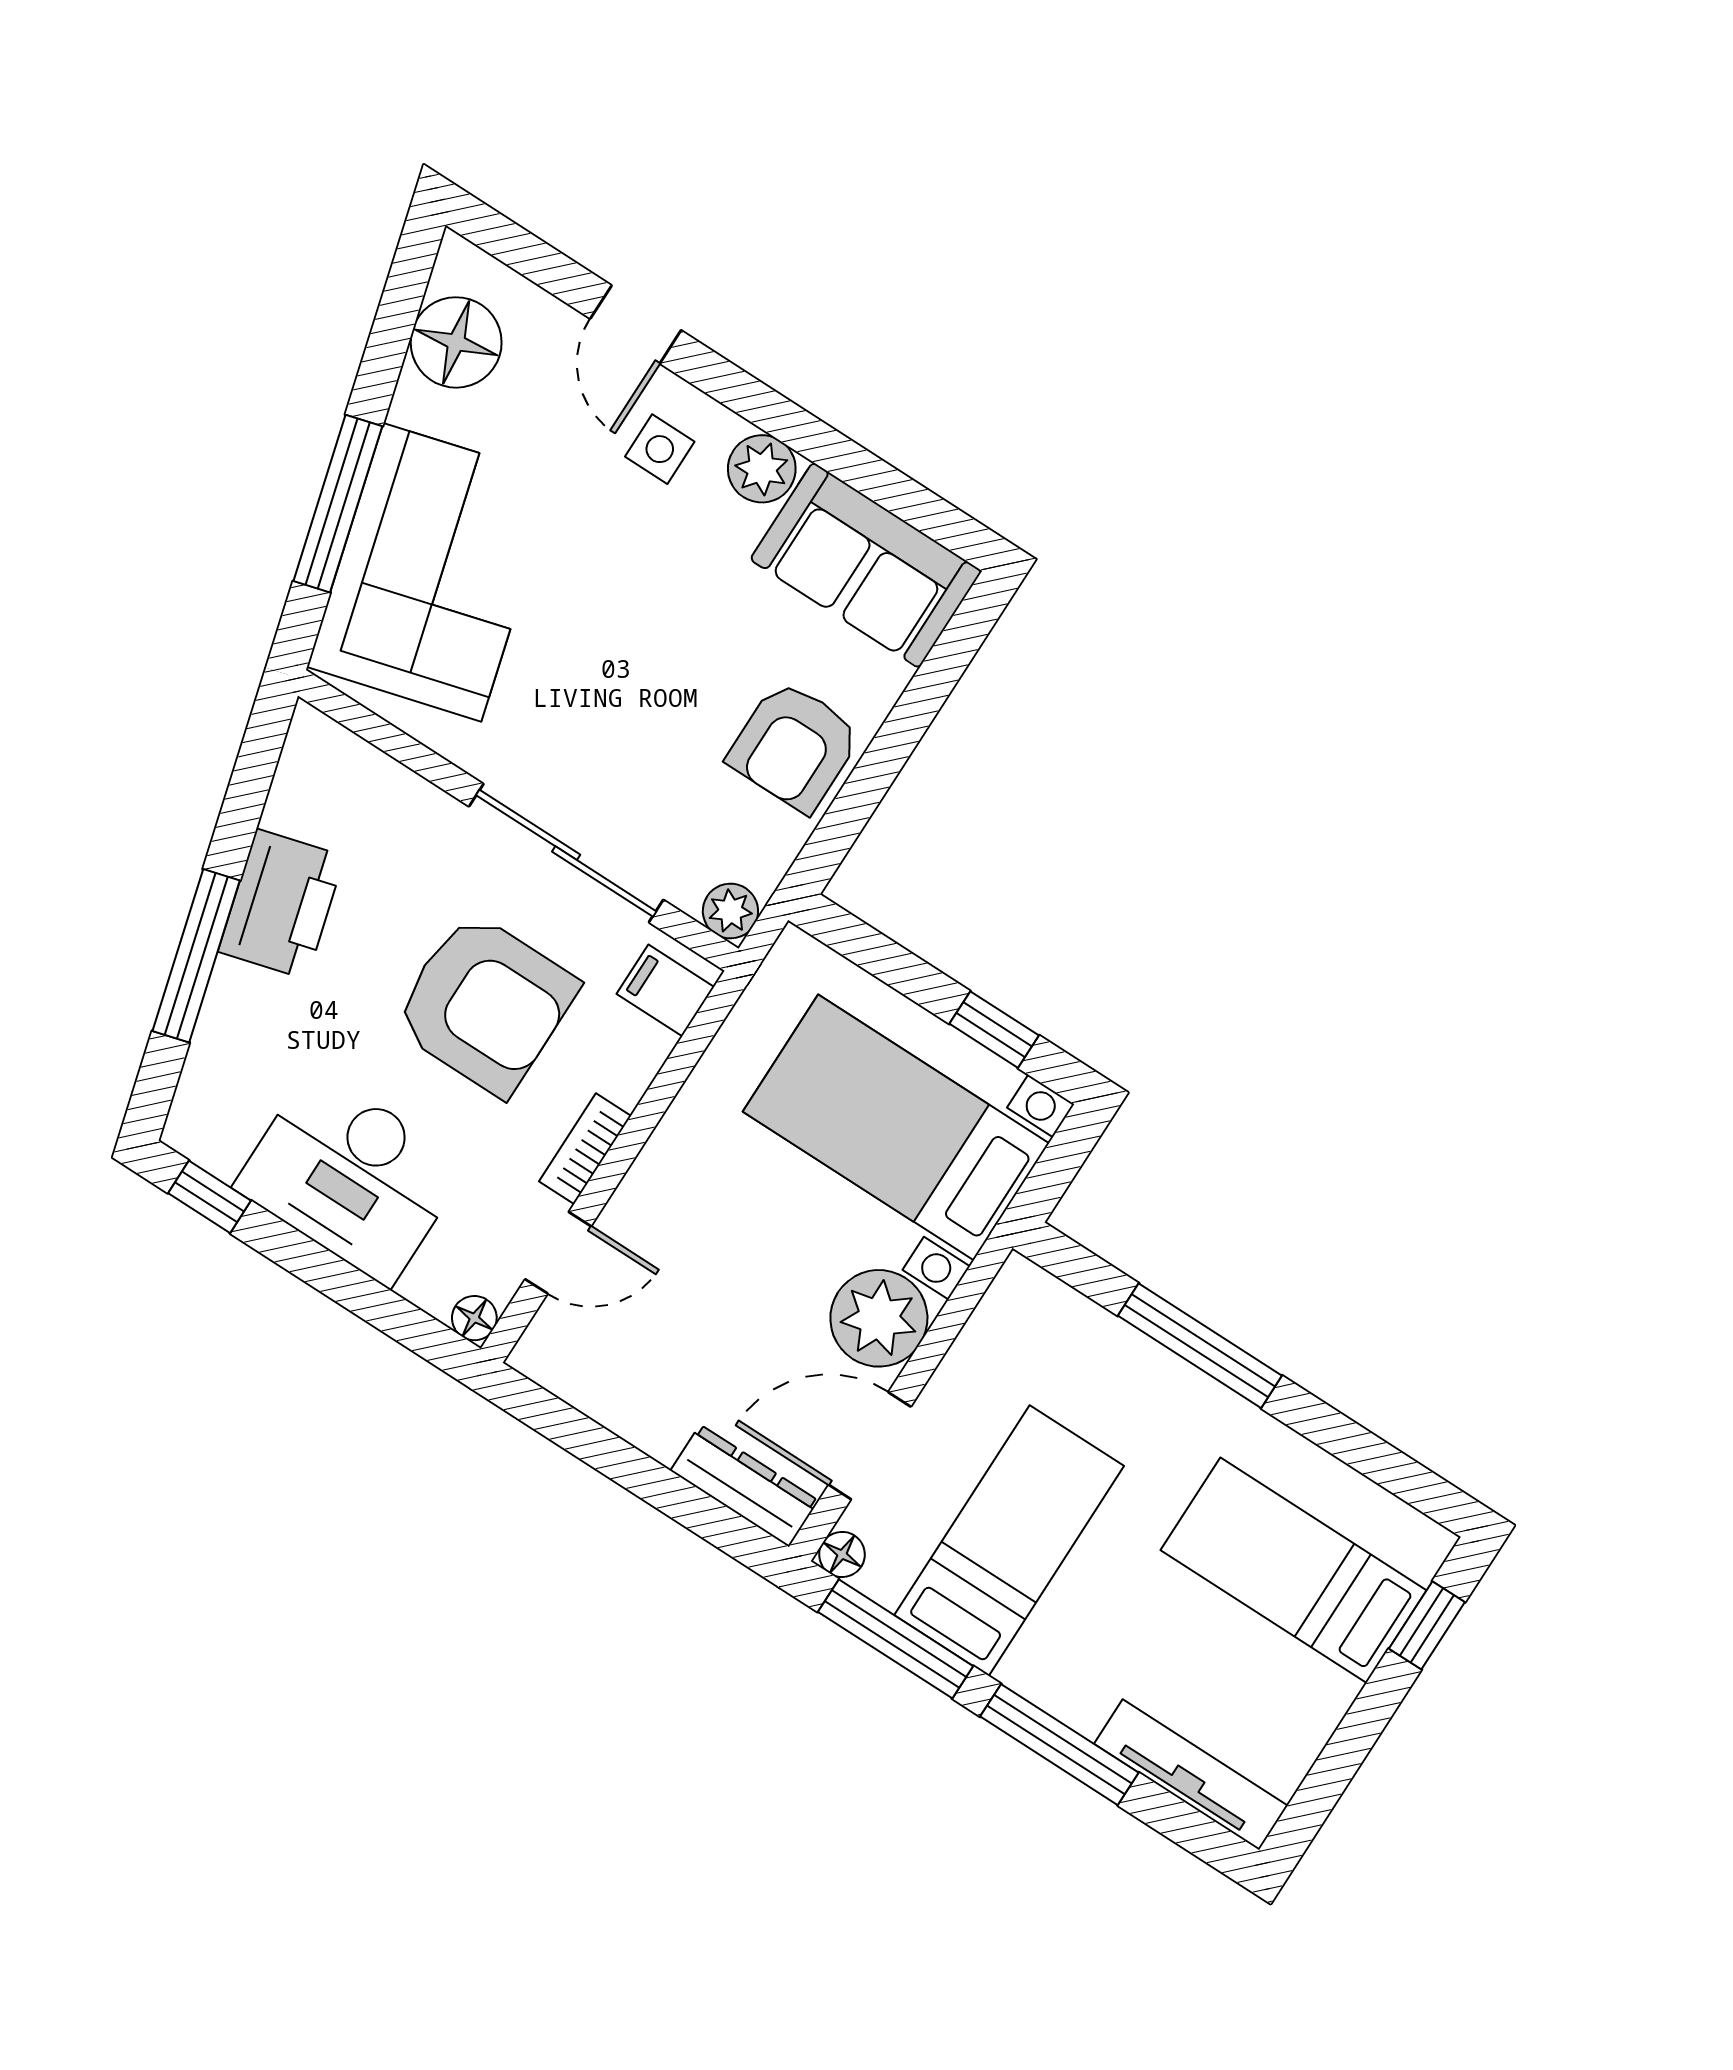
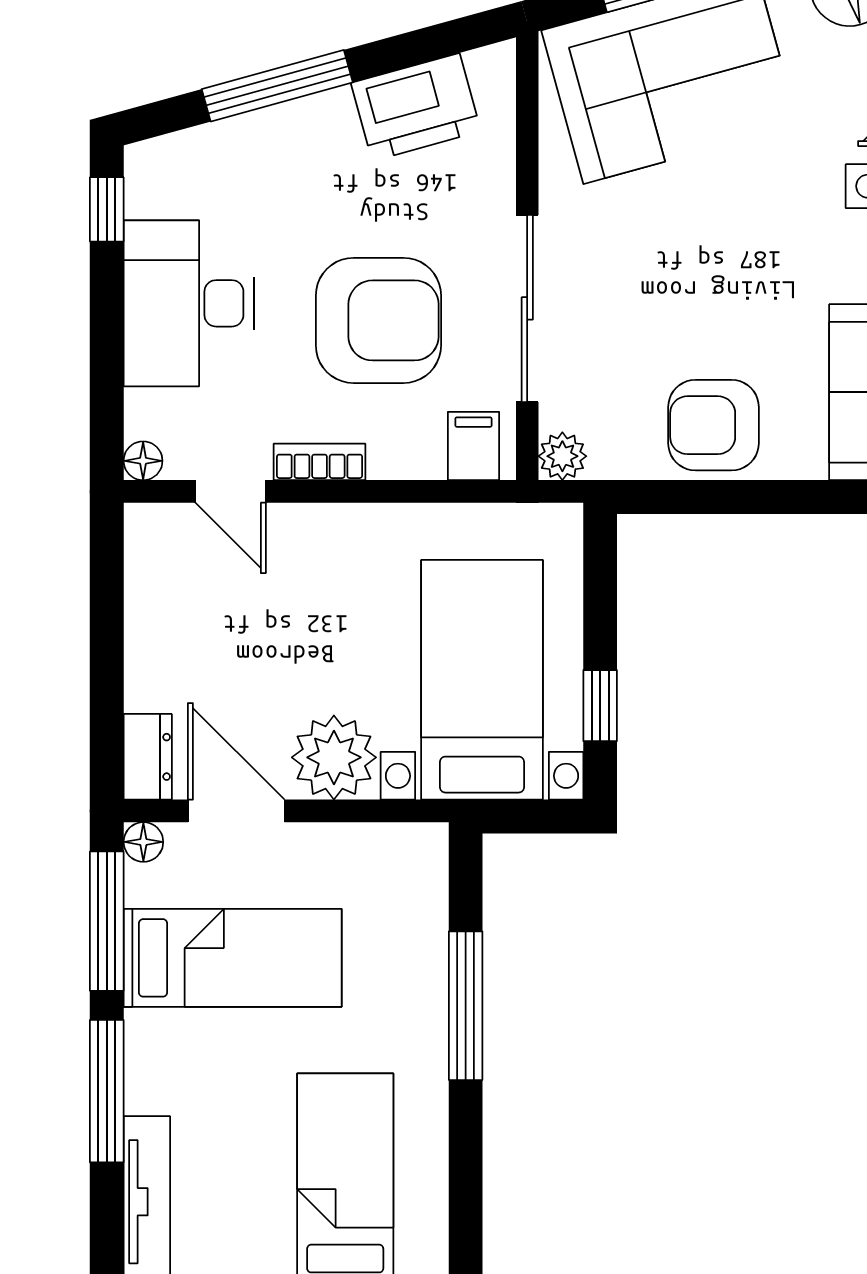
printer: (281, 904) -> (416, 107), moved
armchair: (485, 1004) -> (378, 320), turned -90
dresser: (745, 1486) -> (148, 757), width x0.70

